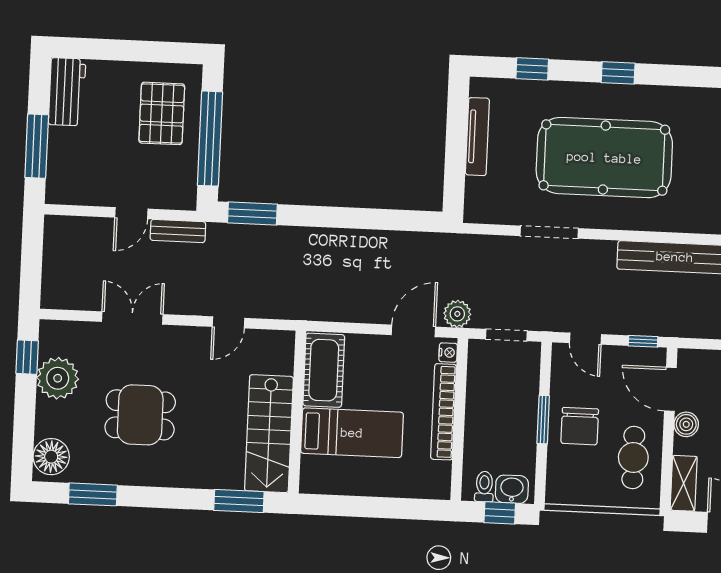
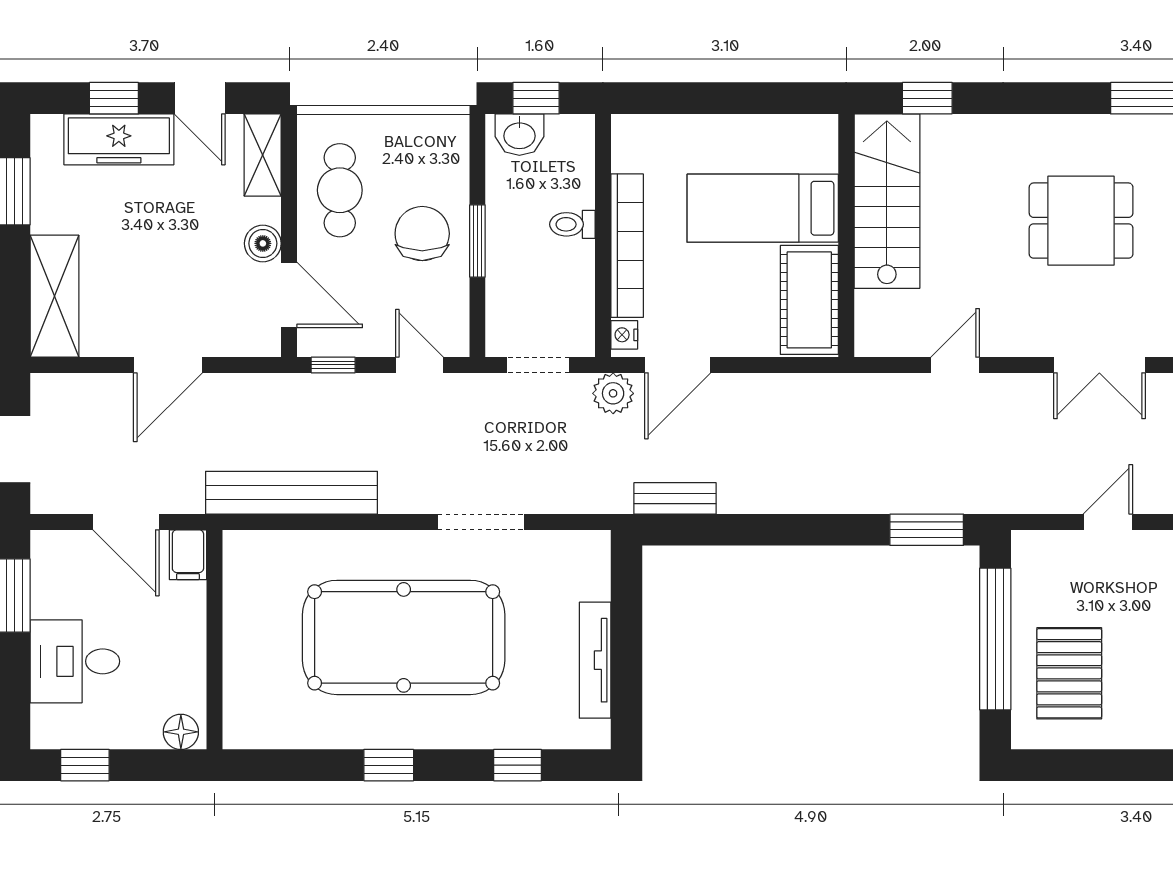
bench: (178, 231) -> (675, 498), moved
toilet: (484, 487) -> (572, 224), moved, turned 90
window: (239, 501) -> (927, 98), width x0.67

